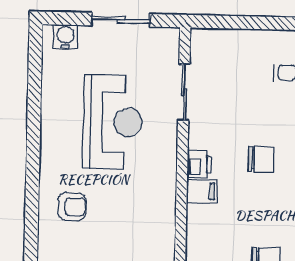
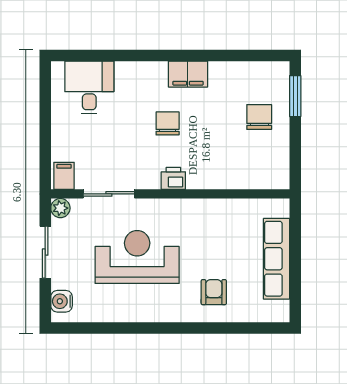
plant: (169, 38) -> (60, 208), added
filing cabinet: (202, 191) -> (64, 176), moved

